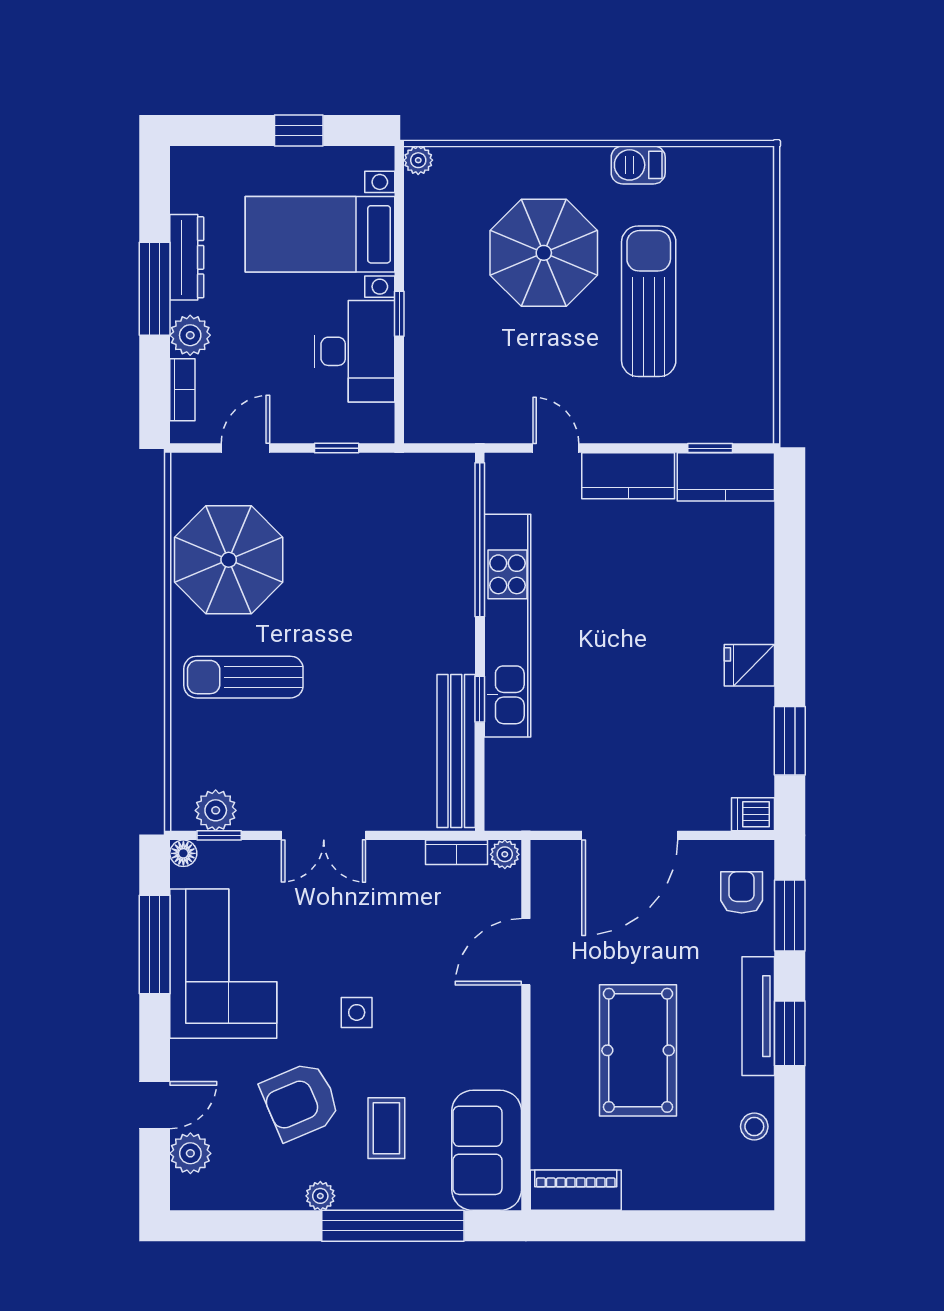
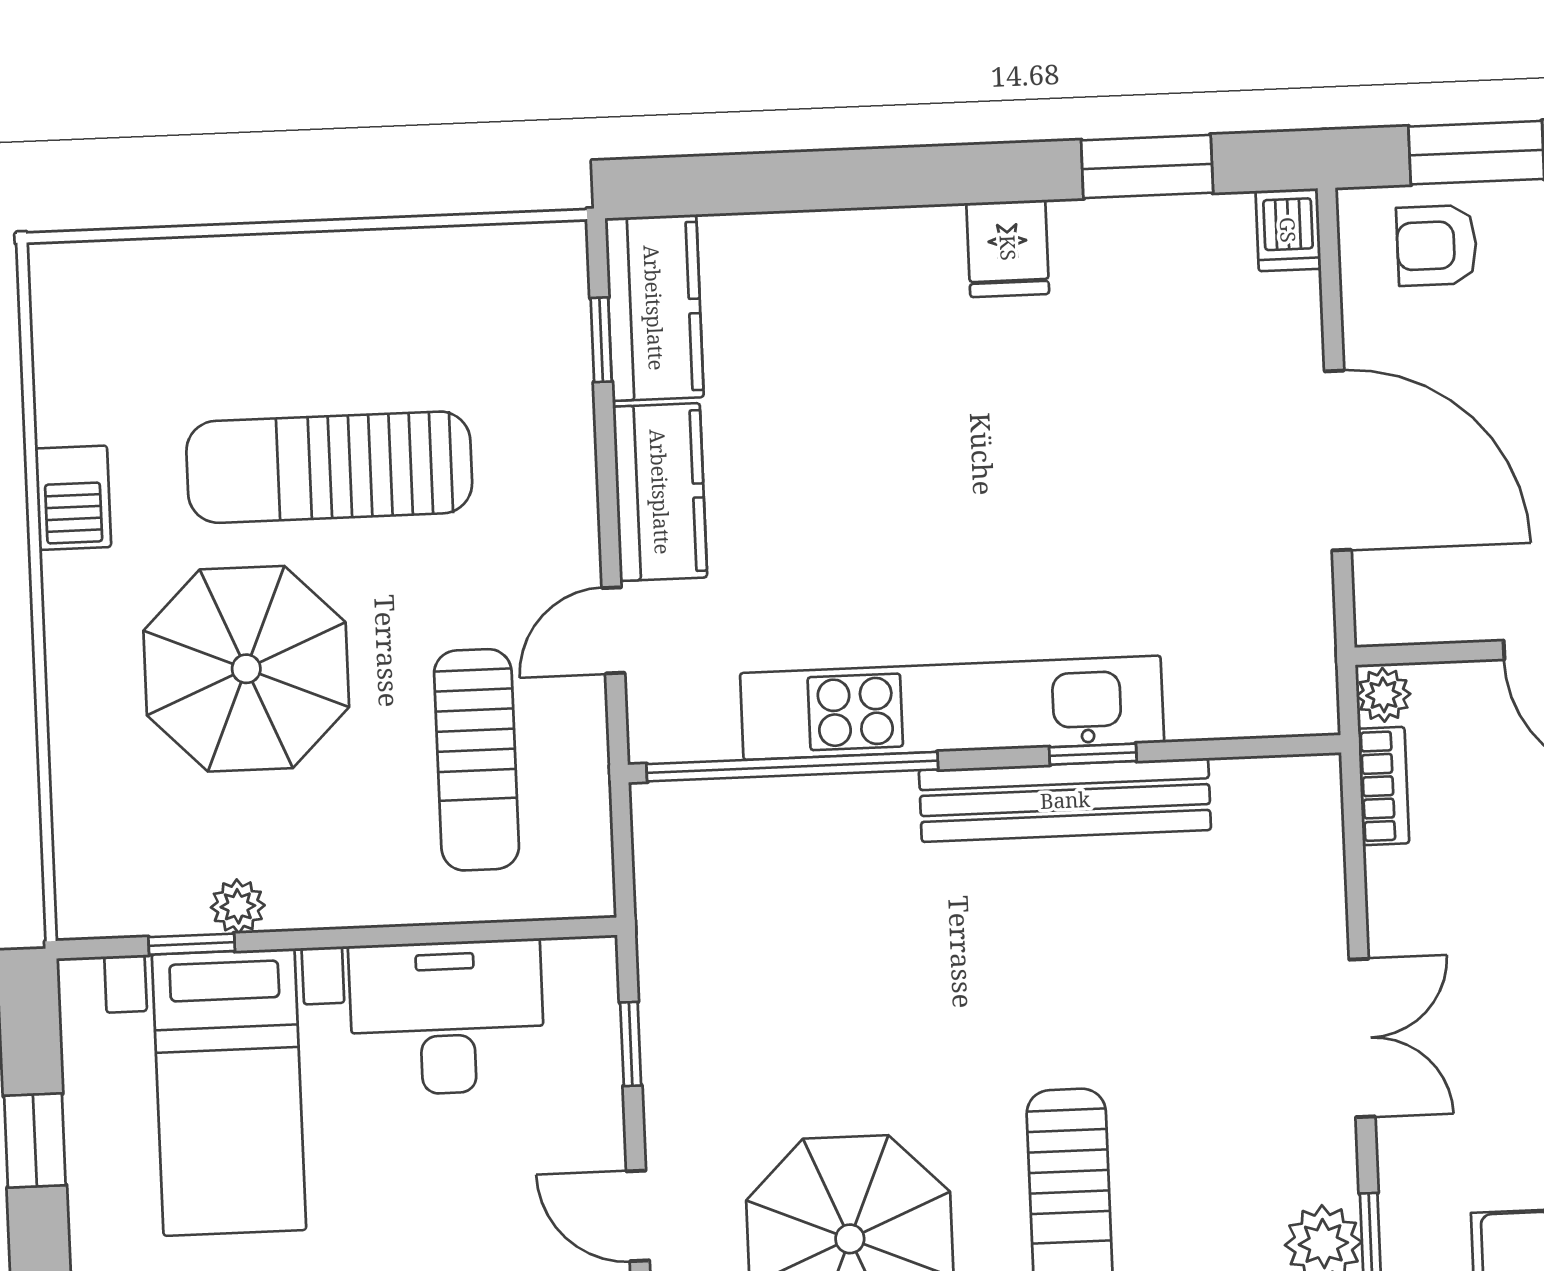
plant: (418, 160) -> (238, 906), moved
window: (399, 314) -> (192, 944), moved
sun lounger: (491, 373) -> (476, 760), added
bench: (456, 751) -> (1065, 800), moved

